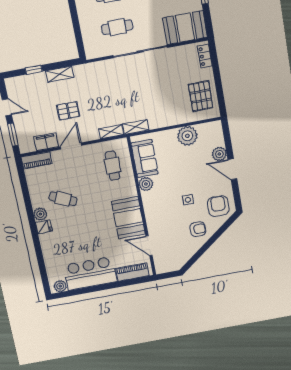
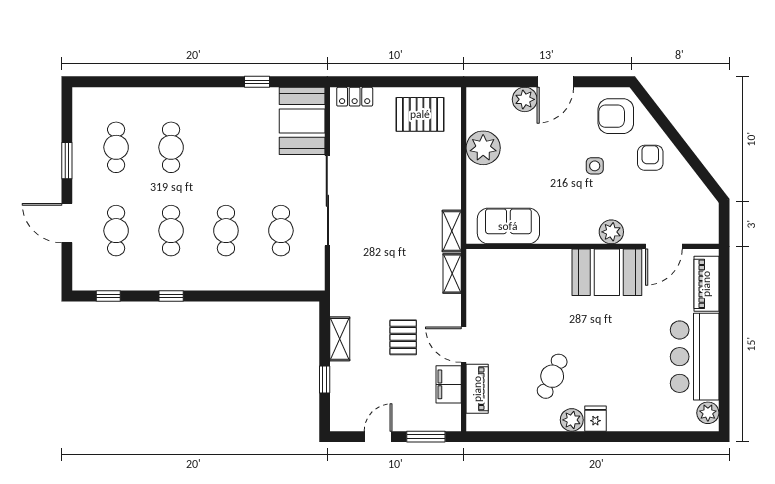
piano: (37, 160) -> (477, 389), moved
cafe table: (113, 166) -> (511, 282), removed
plant: (146, 184) -> (611, 232), moved

